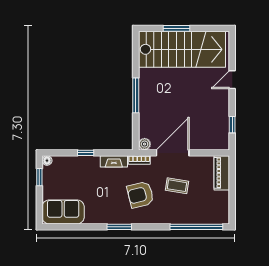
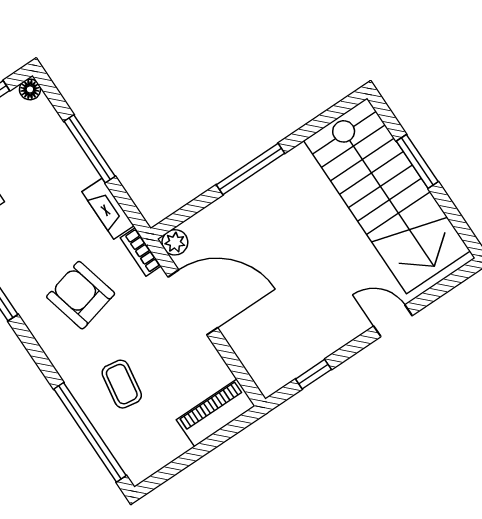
window: (86, 153) -> (90, 149), width x2.17
coffee table: (177, 186) -> (122, 384), moved

